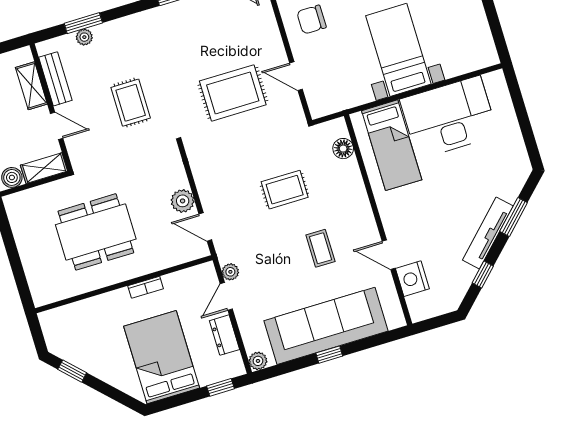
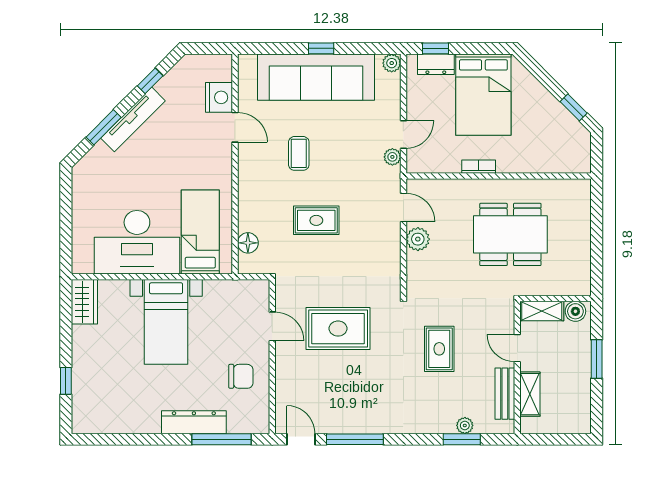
wardrobe: (482, 46) -> (84, 302), added
dresser: (225, 335) -> (436, 64), moved, turned 90

